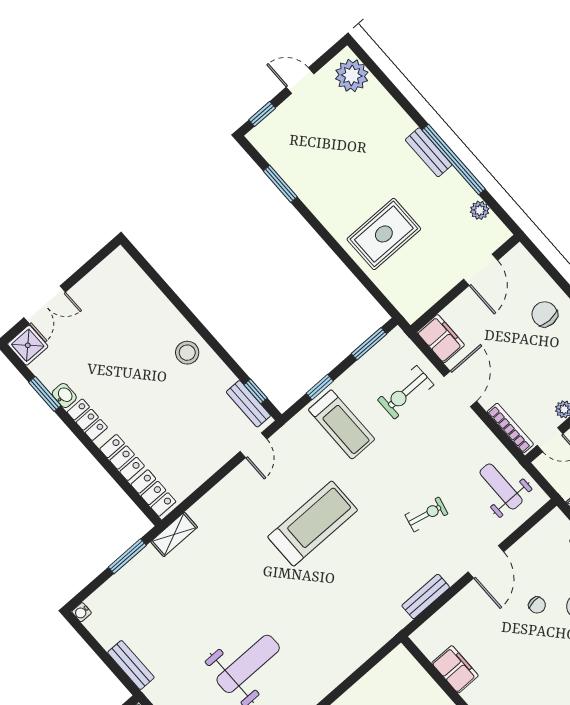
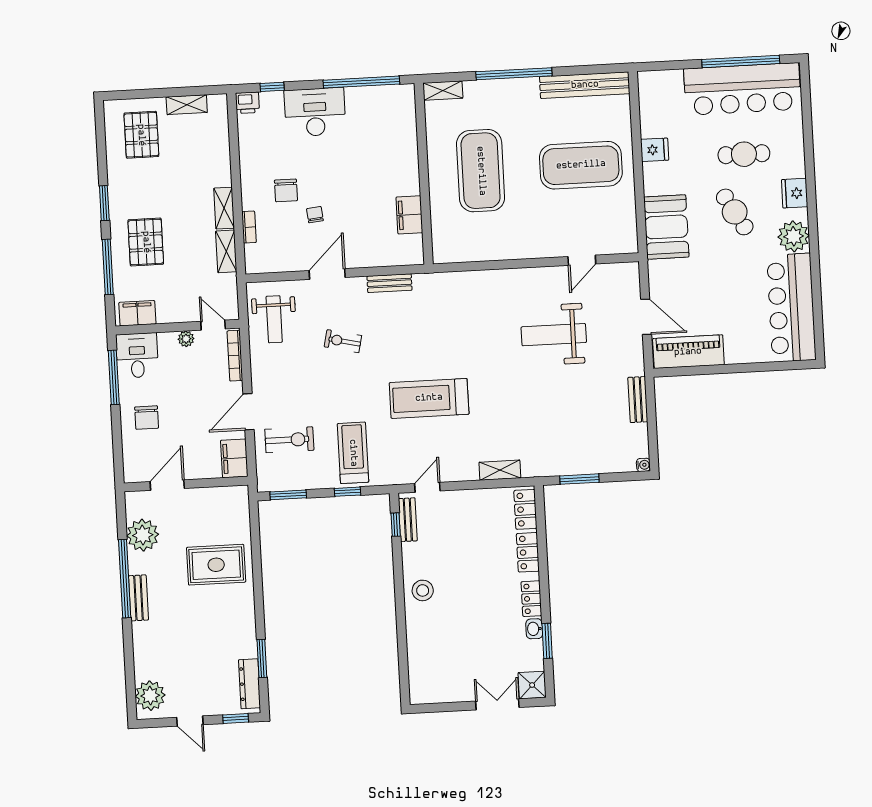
dresser: (274, 153) -> (249, 684), added
plant: (480, 210) -> (143, 535), width x1.87, depth x1.87
shelving: (174, 534) -> (500, 470), moved

